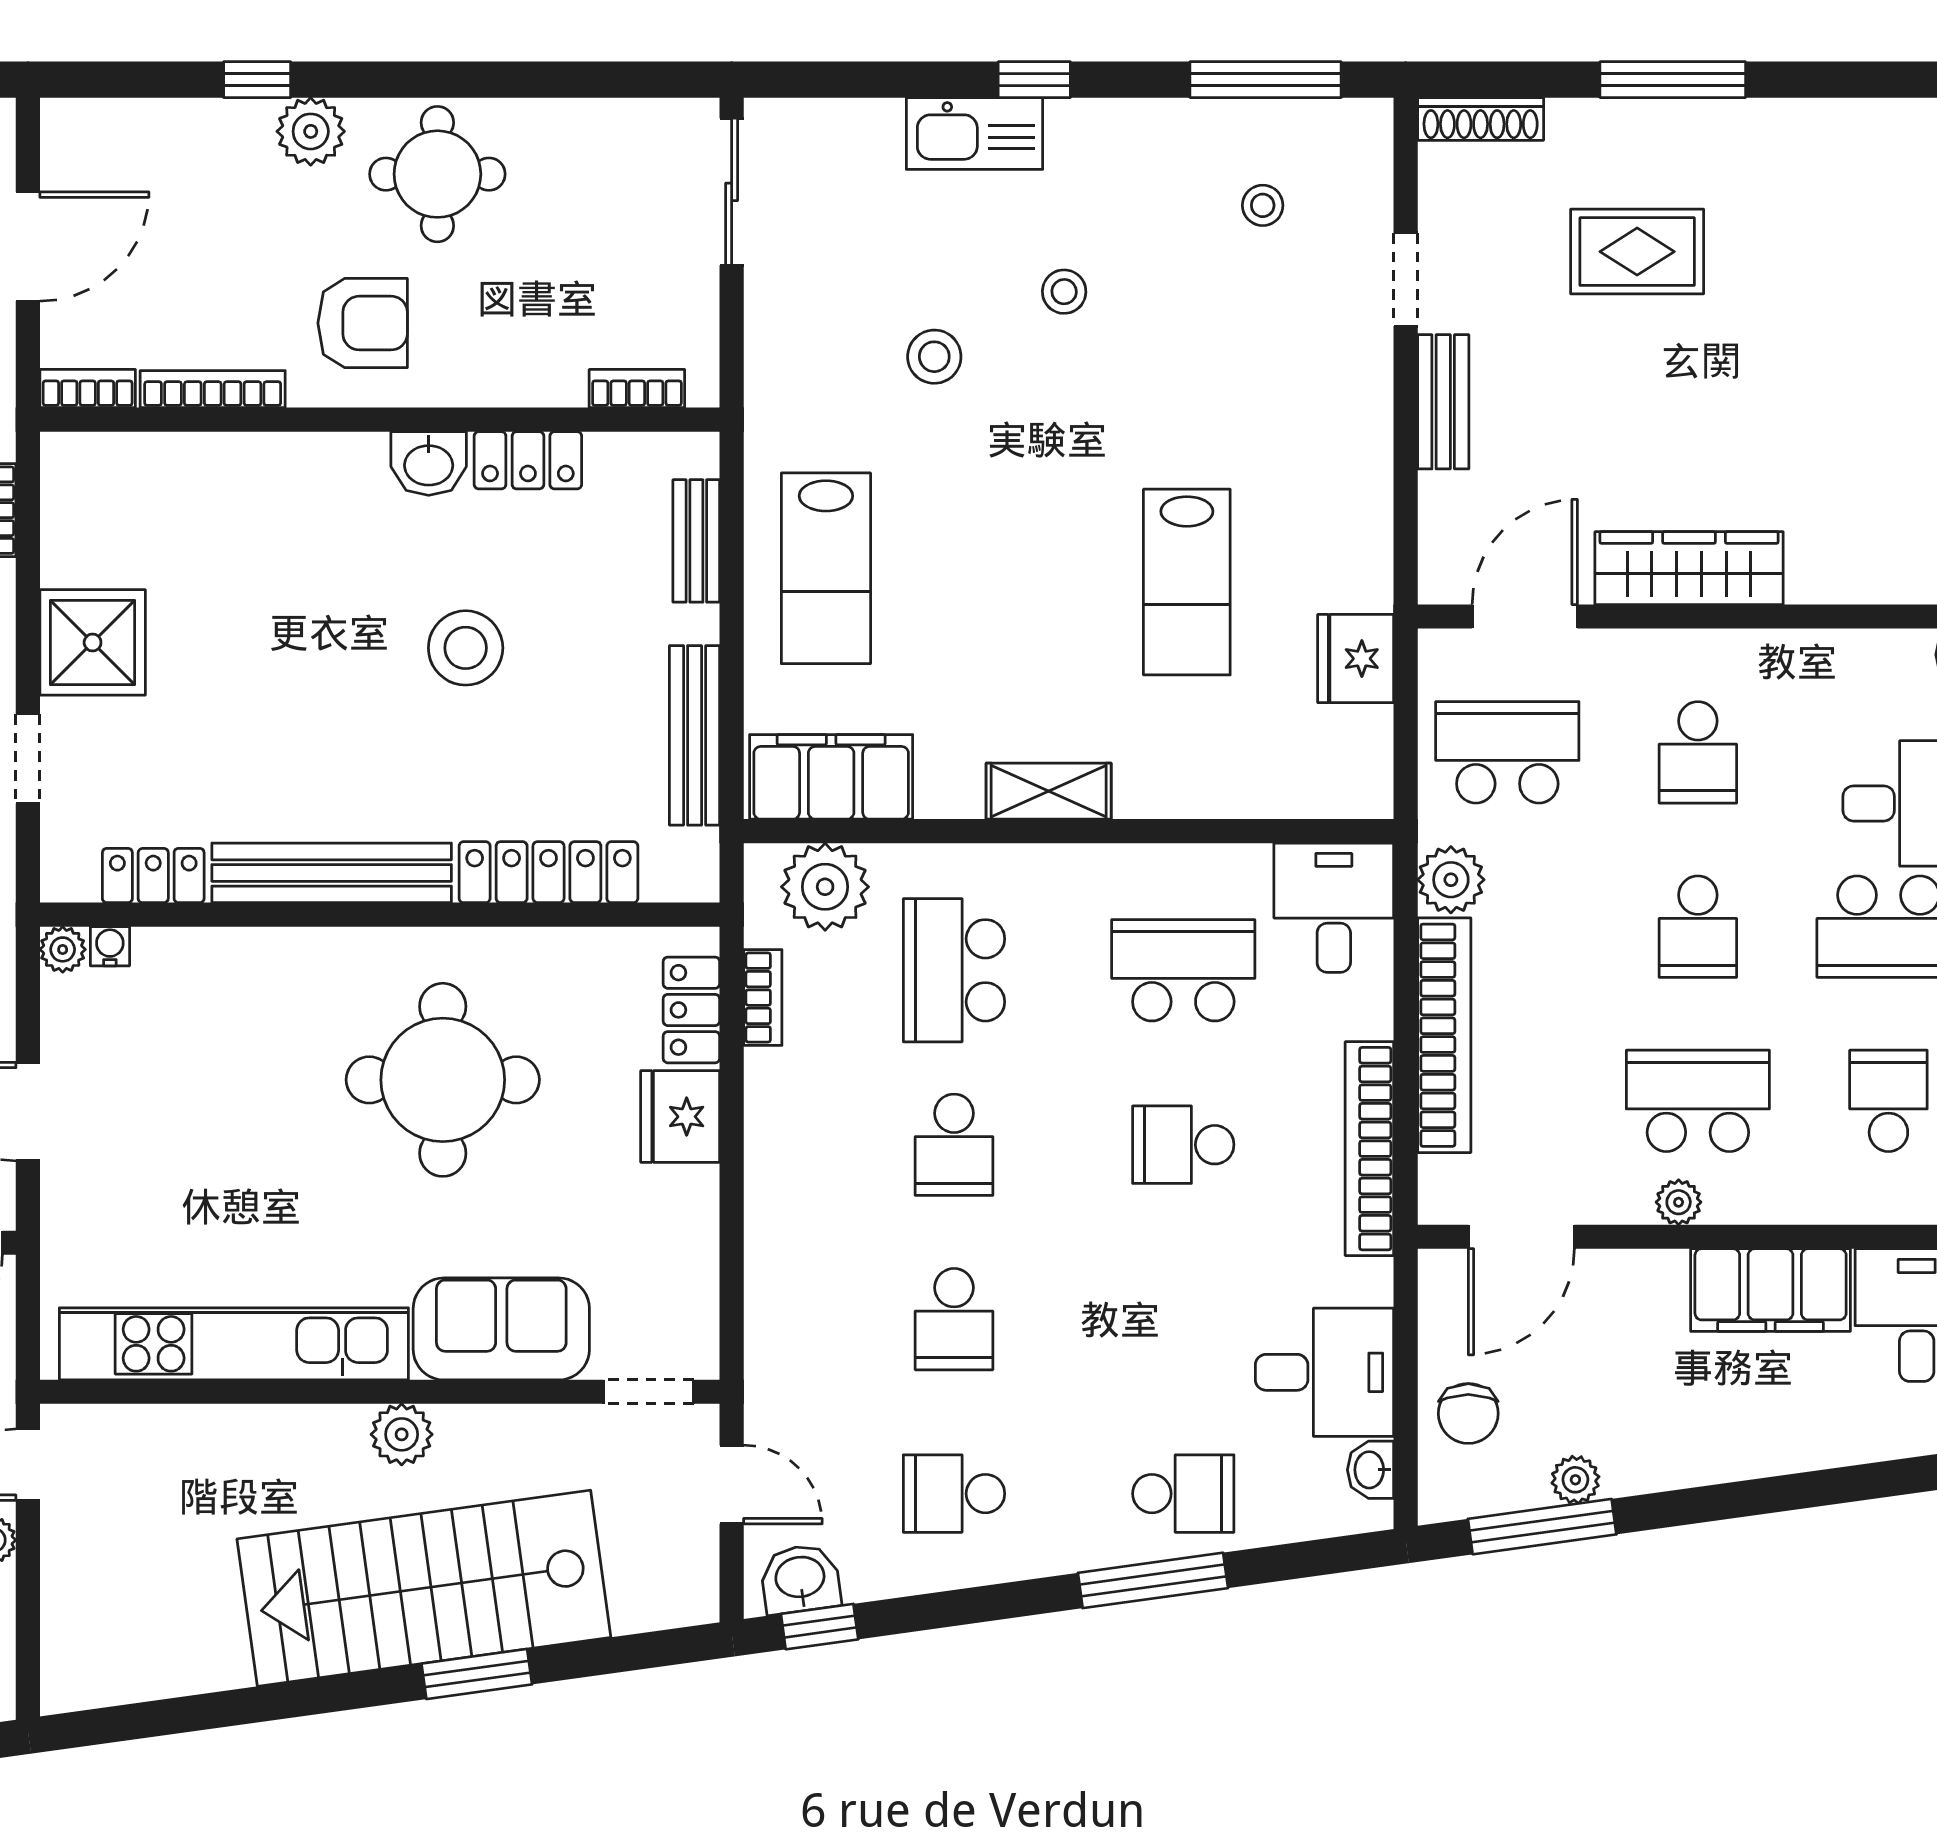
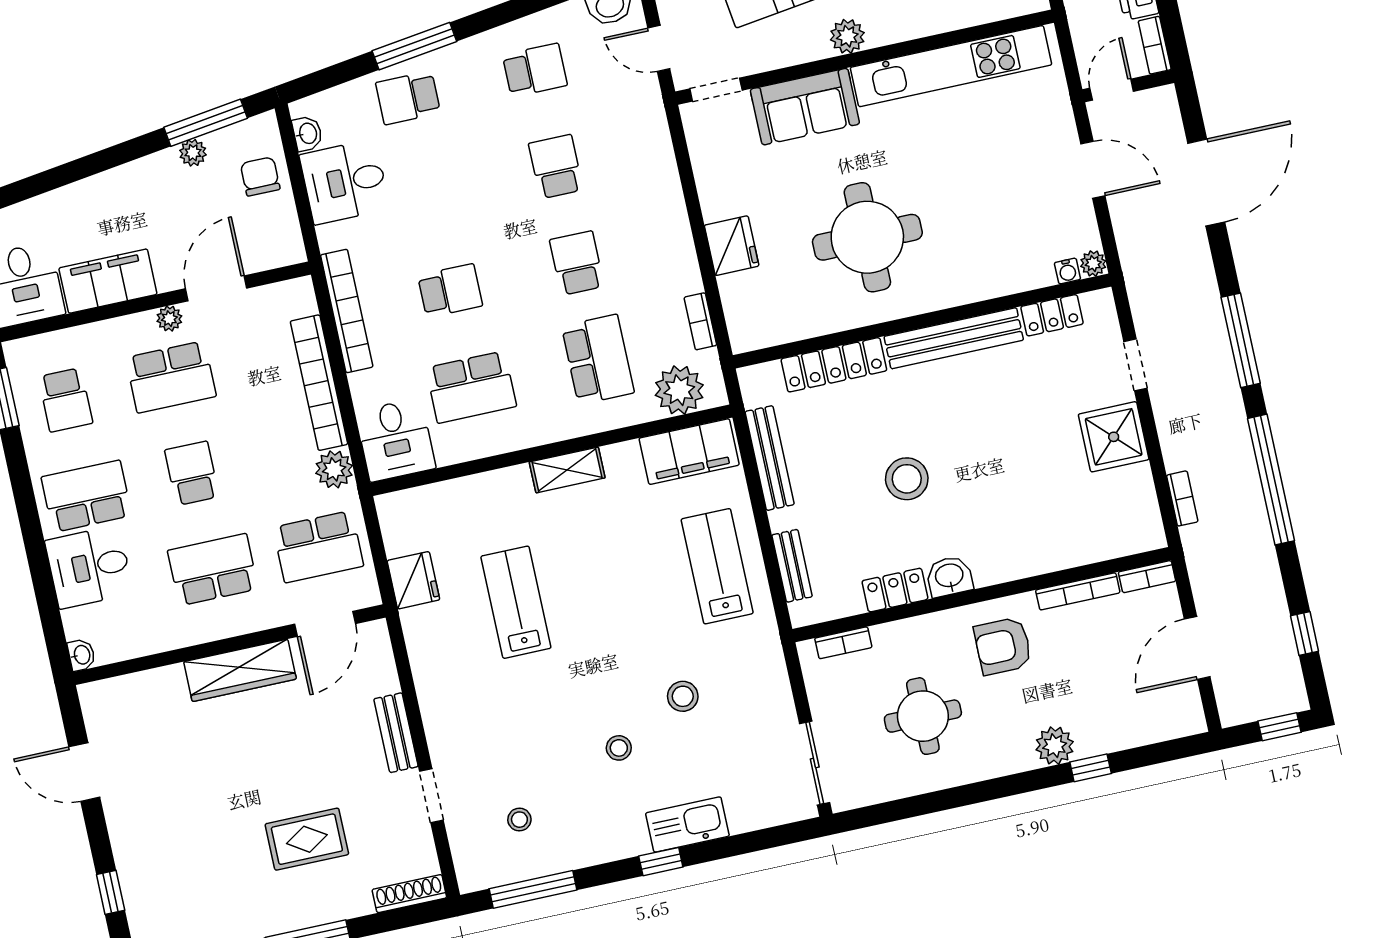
round table: (437, 174) -> (923, 716), moved
school desk: (1698, 752) -> (213, 570), width x1.85
locker: (691, 1010) -> (738, 306), removed
door: (1521, 1237) -> (216, 288), moved

